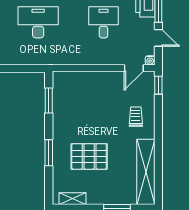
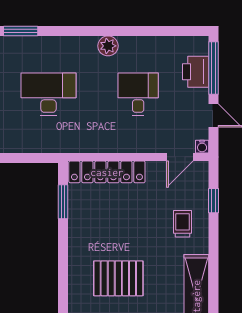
locker: (81, 79) -> (107, 172), added
window: (158, 85) -> (213, 201), moved
window: (49, 153) -> (63, 273), removed

